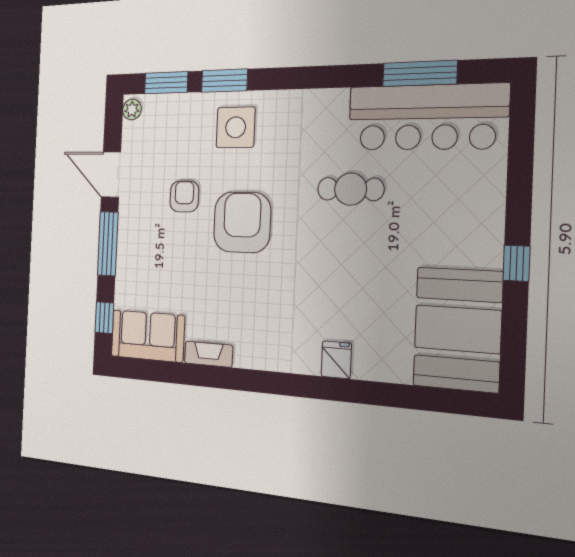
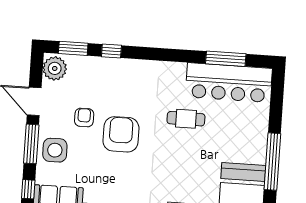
window: (224, 81) -> (111, 51), width x0.67
plant: (132, 110) -> (55, 68), width x1.88, depth x1.88
side table: (236, 127) -> (55, 150), moved
window: (517, 263) -> (272, 162), width x3.17

